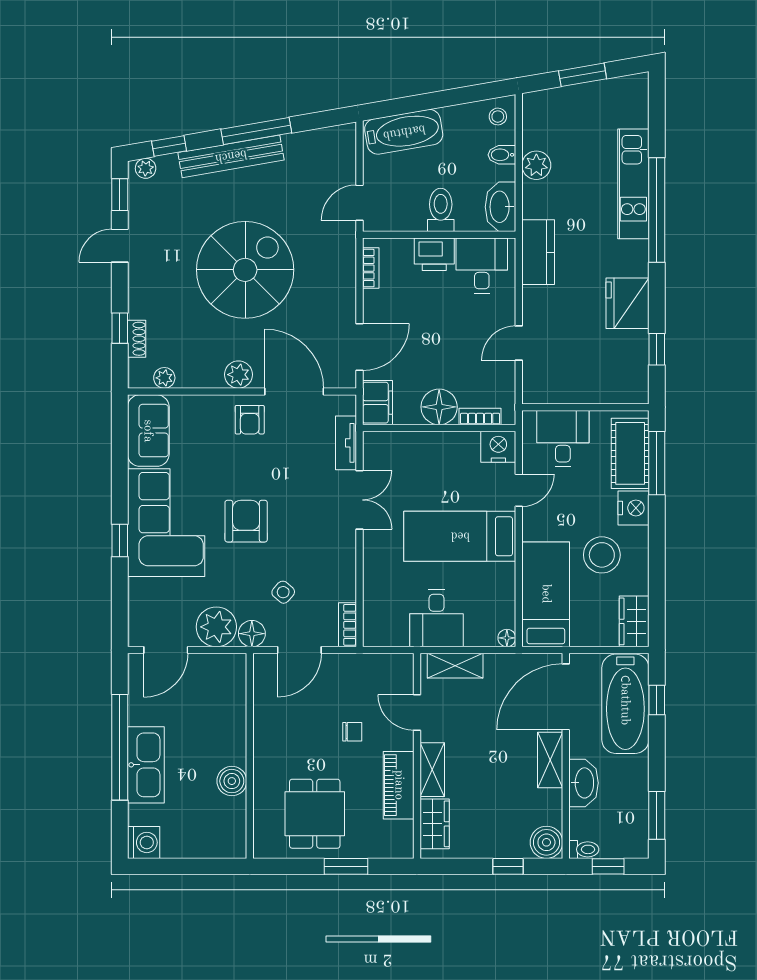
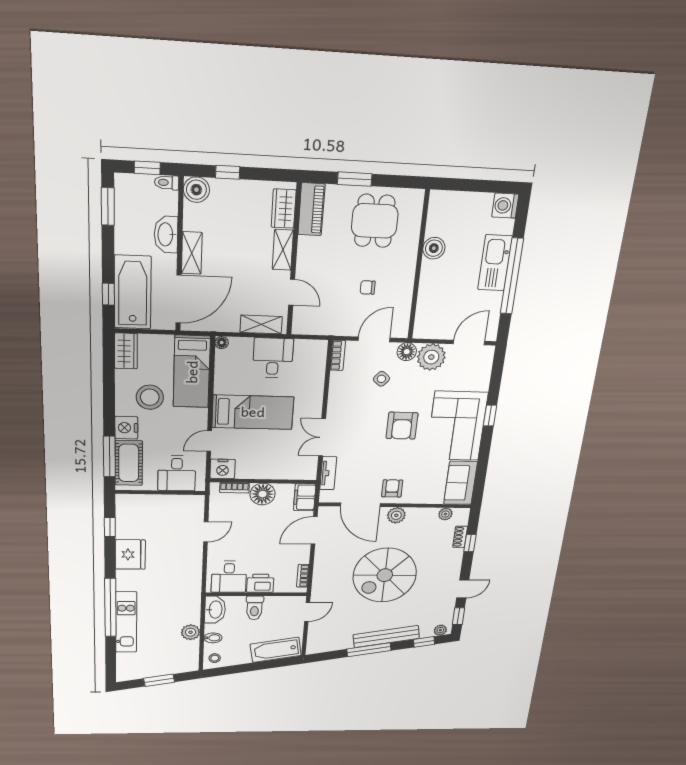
kitchen counter: (538, 252) -> (191, 584), removed
chair: (352, 732) -> (368, 287), moved
piano: (399, 785) -> (311, 209), moved

